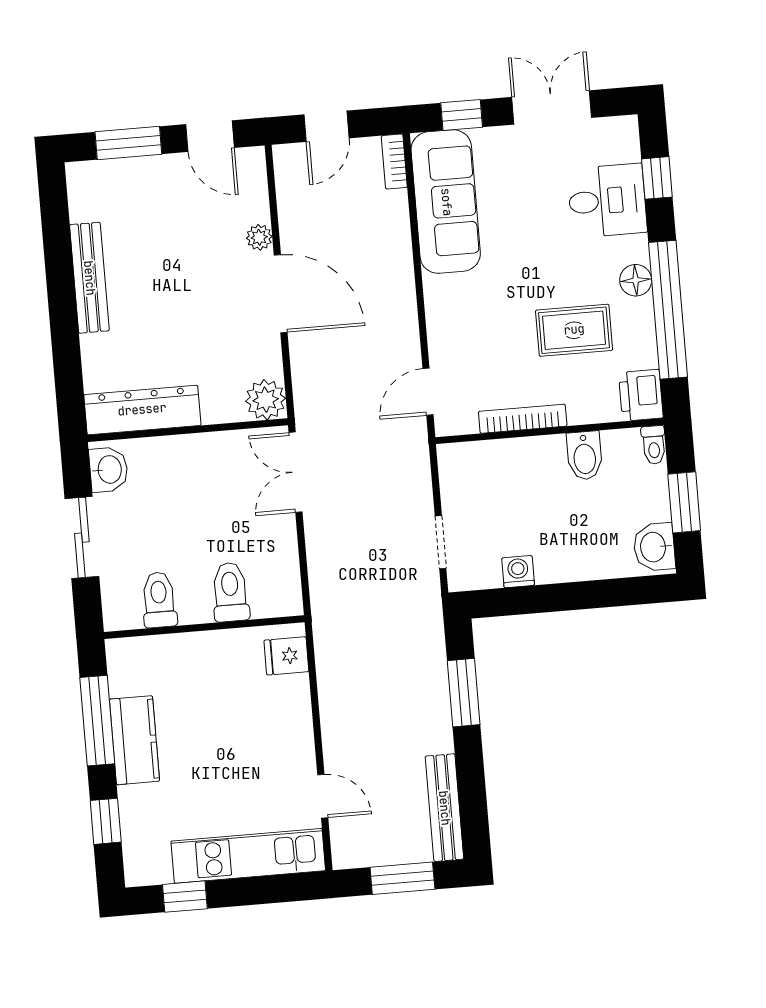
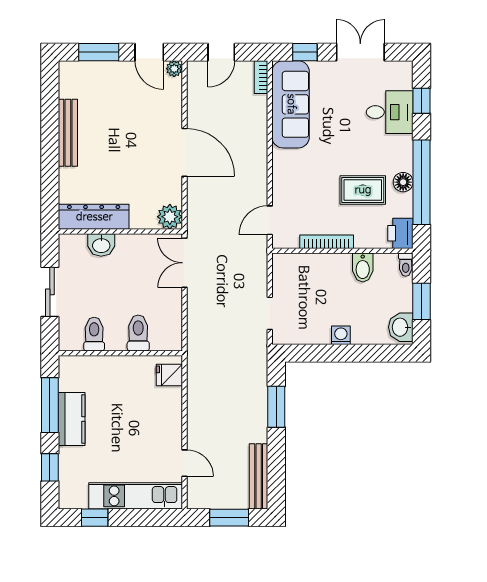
plant: (259, 237) -> (174, 69), moved
floor lamp: (636, 280) -> (403, 182), moved
washbasin: (109, 470) -> (101, 245), moved, turned 90
washing machine: (518, 572) -> (341, 335), moved

